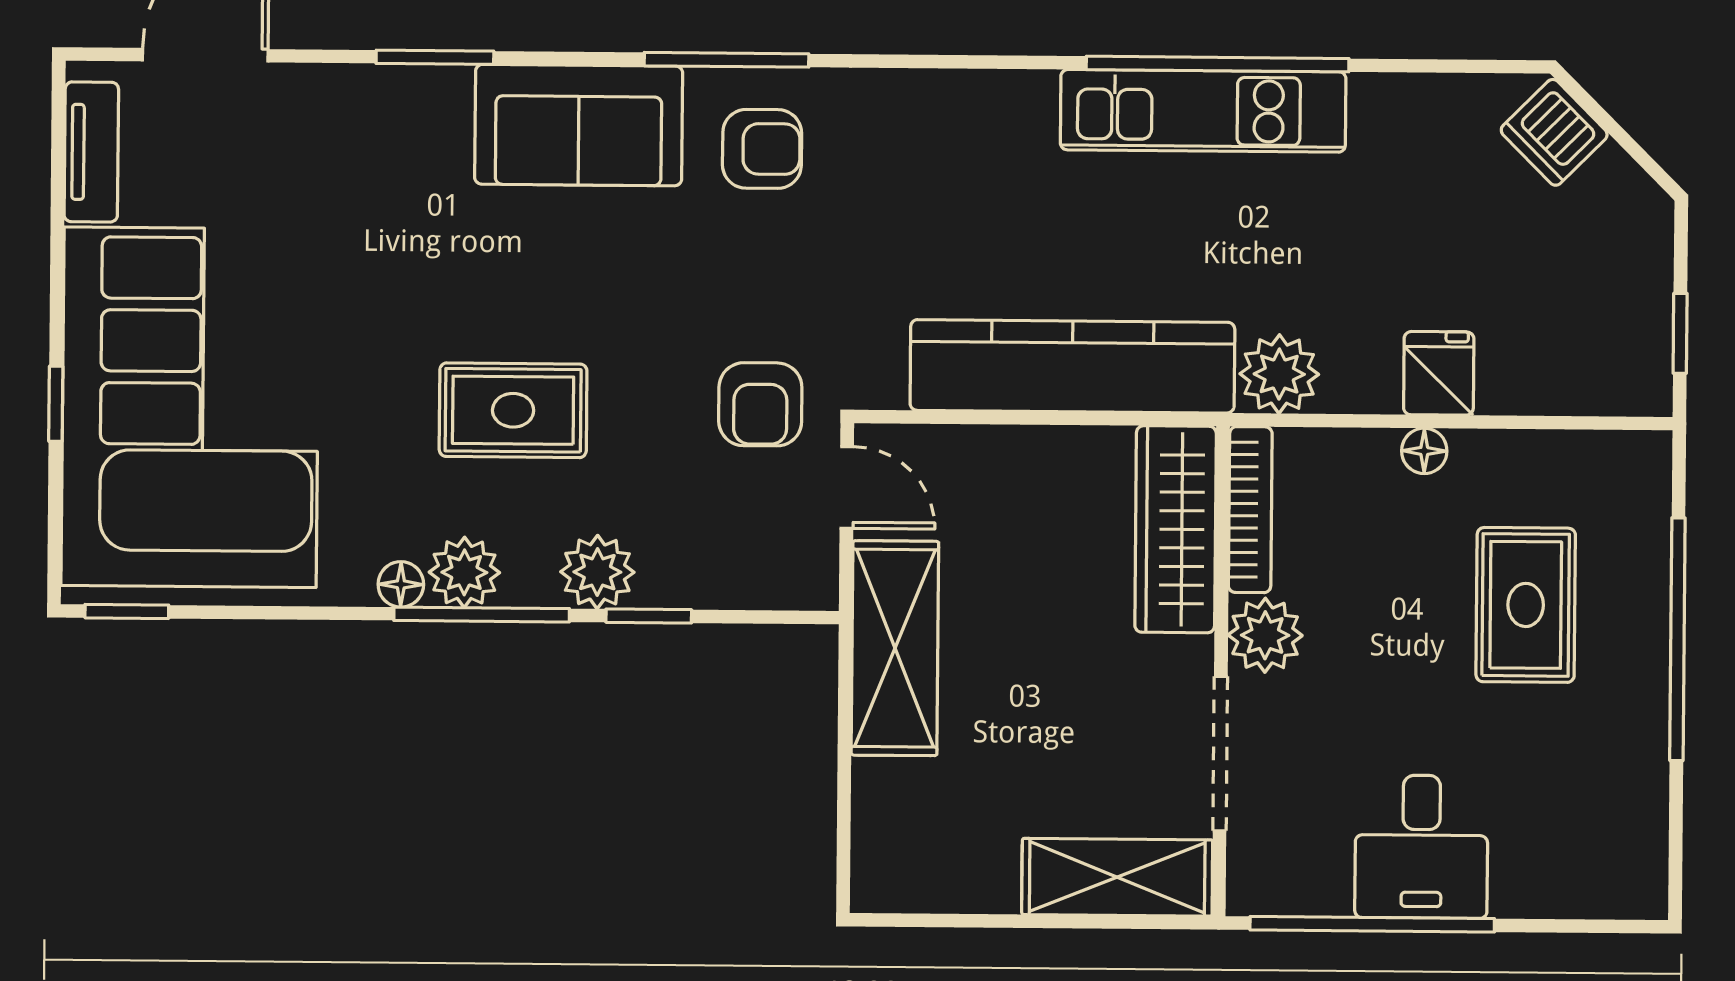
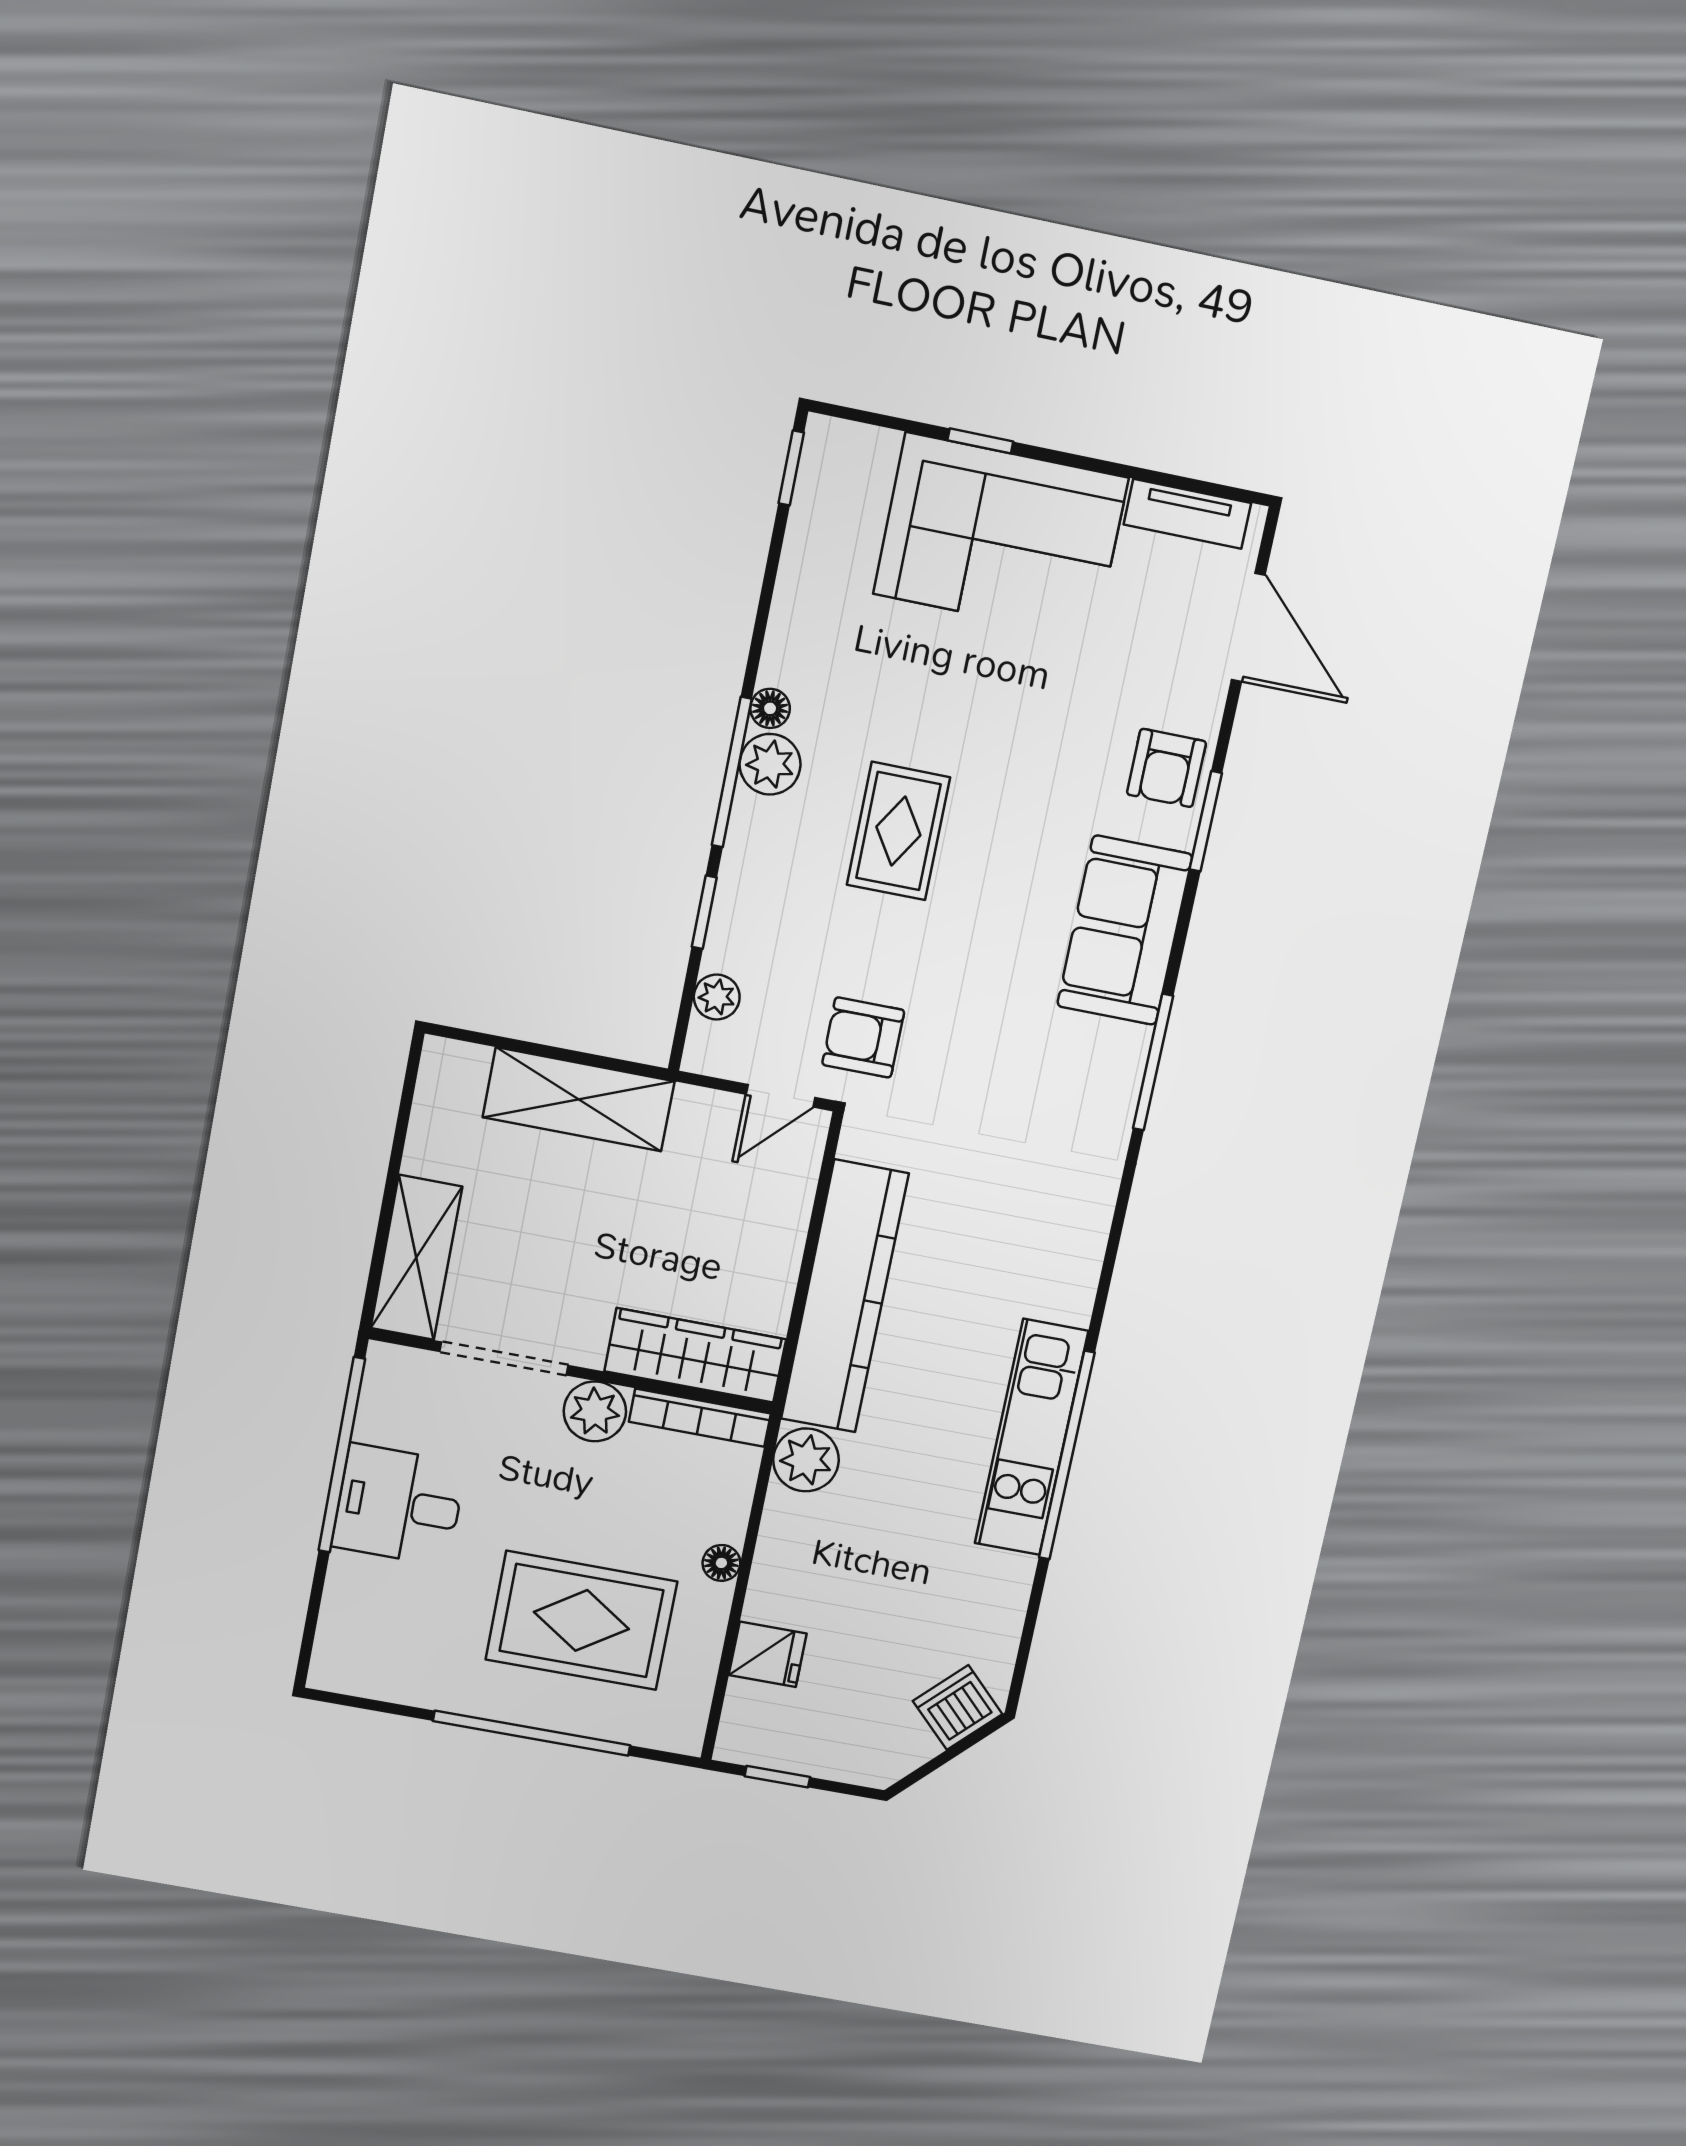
armchair: (762, 149) -> (1166, 768), moved
fridge: (1439, 373) -> (768, 1654), moved
corner sofa: (190, 407) -> (1001, 536), width x0.73, depth x0.74
plant: (597, 572) -> (717, 997), moved, width x0.73, depth x0.73
rug: (1526, 605) -> (581, 1620), width x1.36, depth x1.43
shelving: (895, 648) -> (579, 1099), moved

